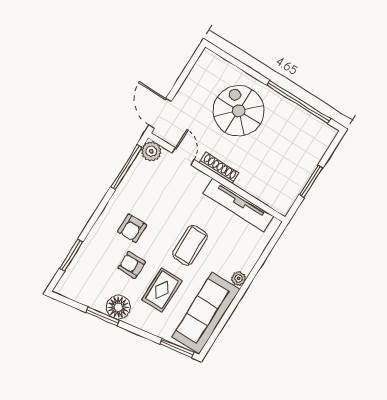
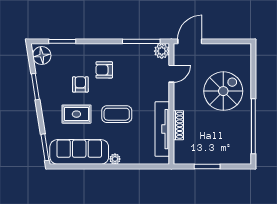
shoe rack: (219, 168) -> (178, 125), moved
floor lamp: (118, 307) -> (42, 56), moved

